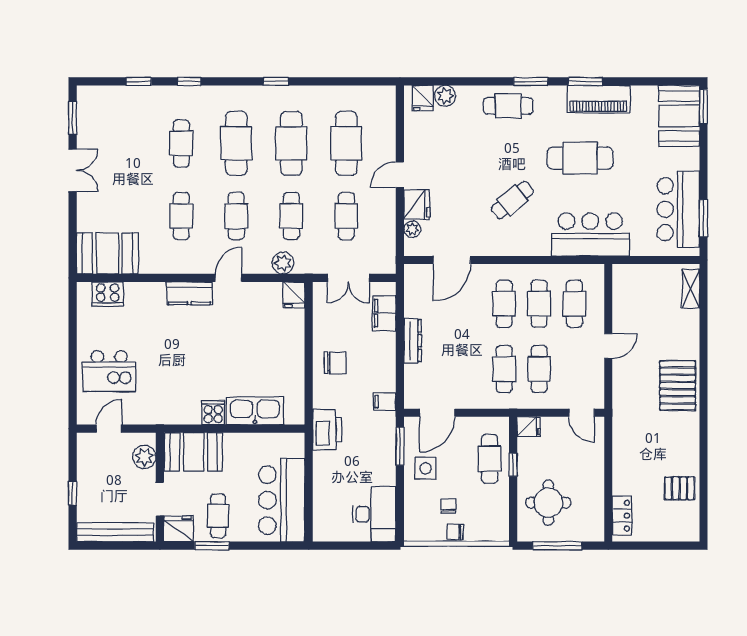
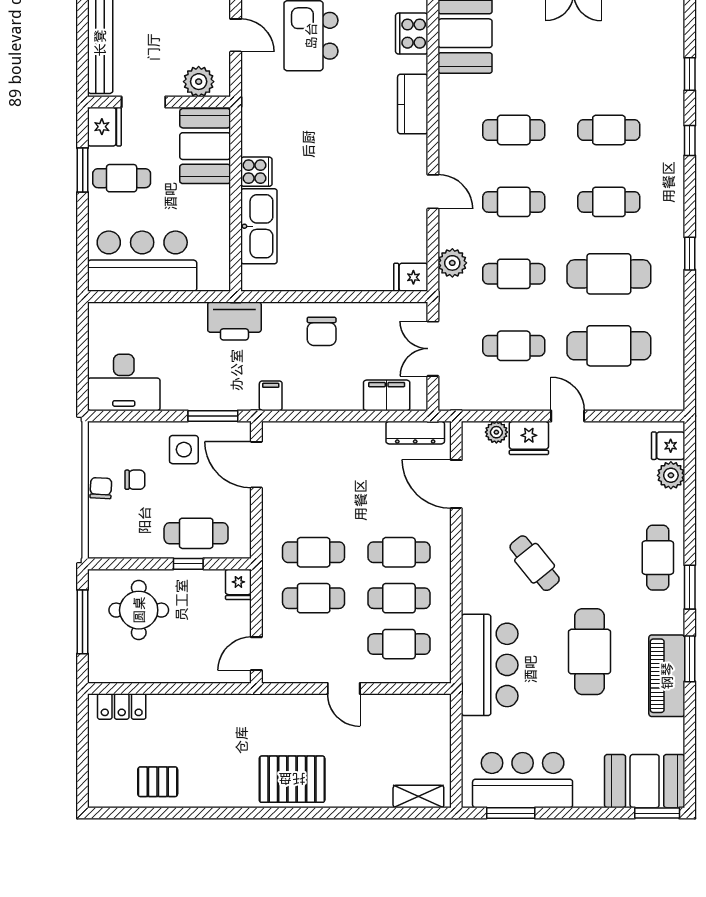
cafe table: (236, 143) -> (609, 202), width x0.73, depth x0.74
kitchen counter: (189, 293) -> (413, 104), moved
dresser: (413, 341) -> (415, 433), moved
pallet: (680, 488) -> (158, 782), turned 90

